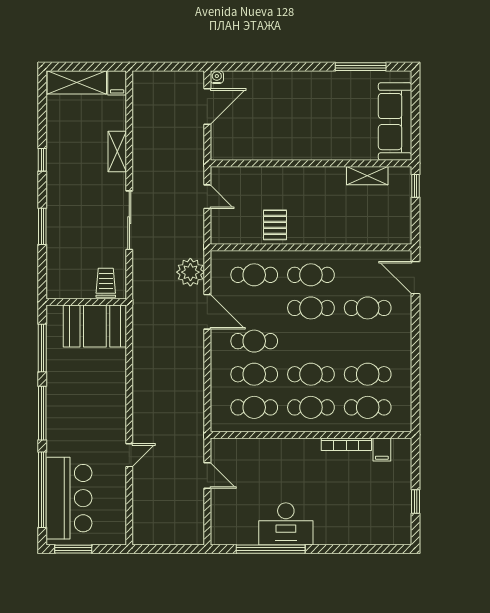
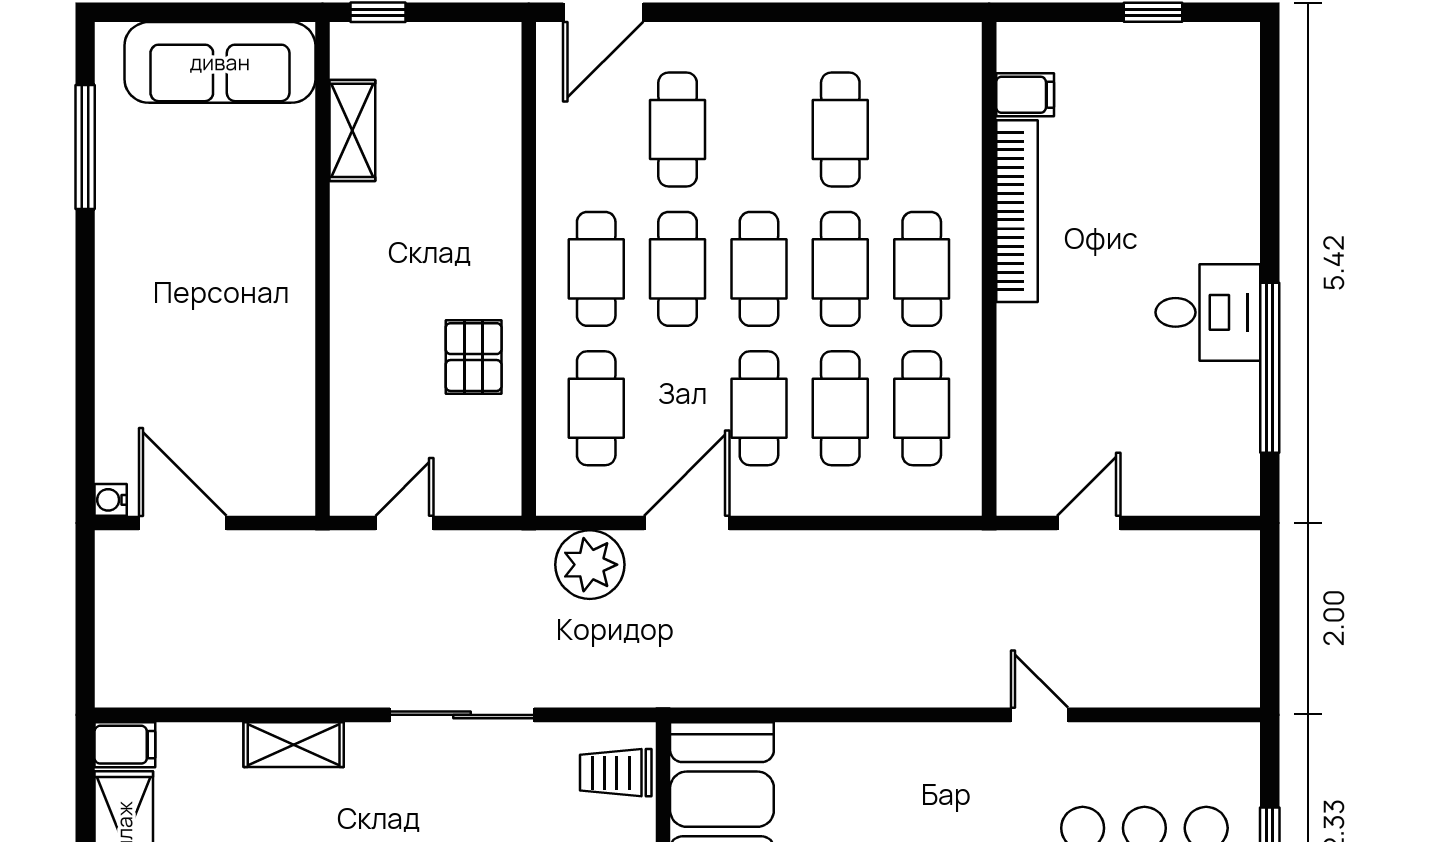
pallet: (275, 225) -> (474, 357), turned 90
cafe table: (368, 407) -> (759, 269), moved
bookcase: (346, 444) -> (1017, 211), width x1.48, depth x1.31
desk: (286, 524) -> (1208, 312), width x0.73

